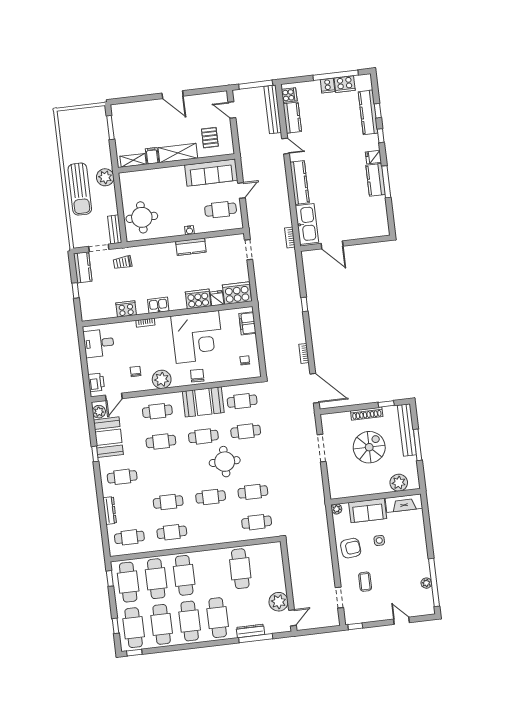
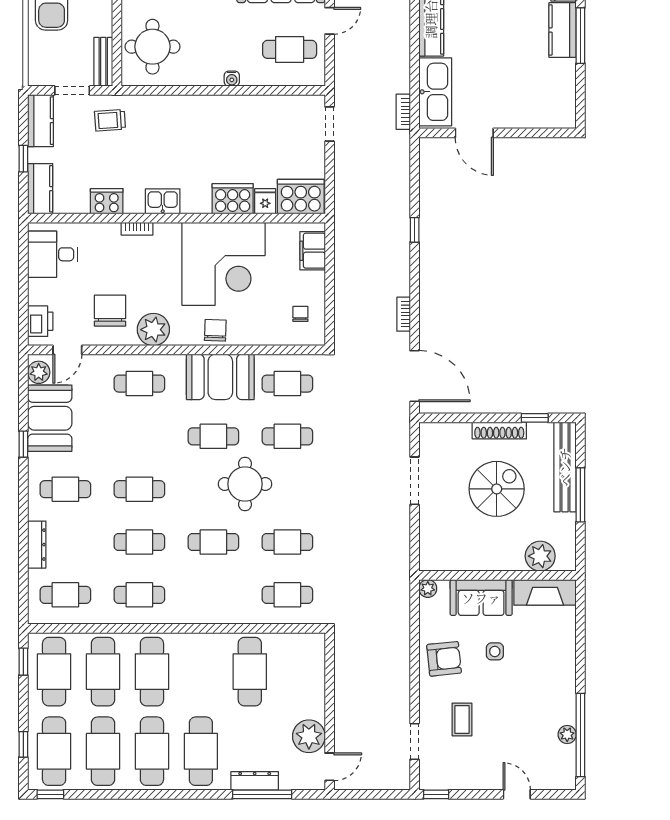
kitchen counter: (191, 247) -> (40, 189), moved, turned -90
chair: (136, 371) -> (110, 311), width x1.87, depth x1.87
cafe table: (161, 441) -> (139, 489), moved

